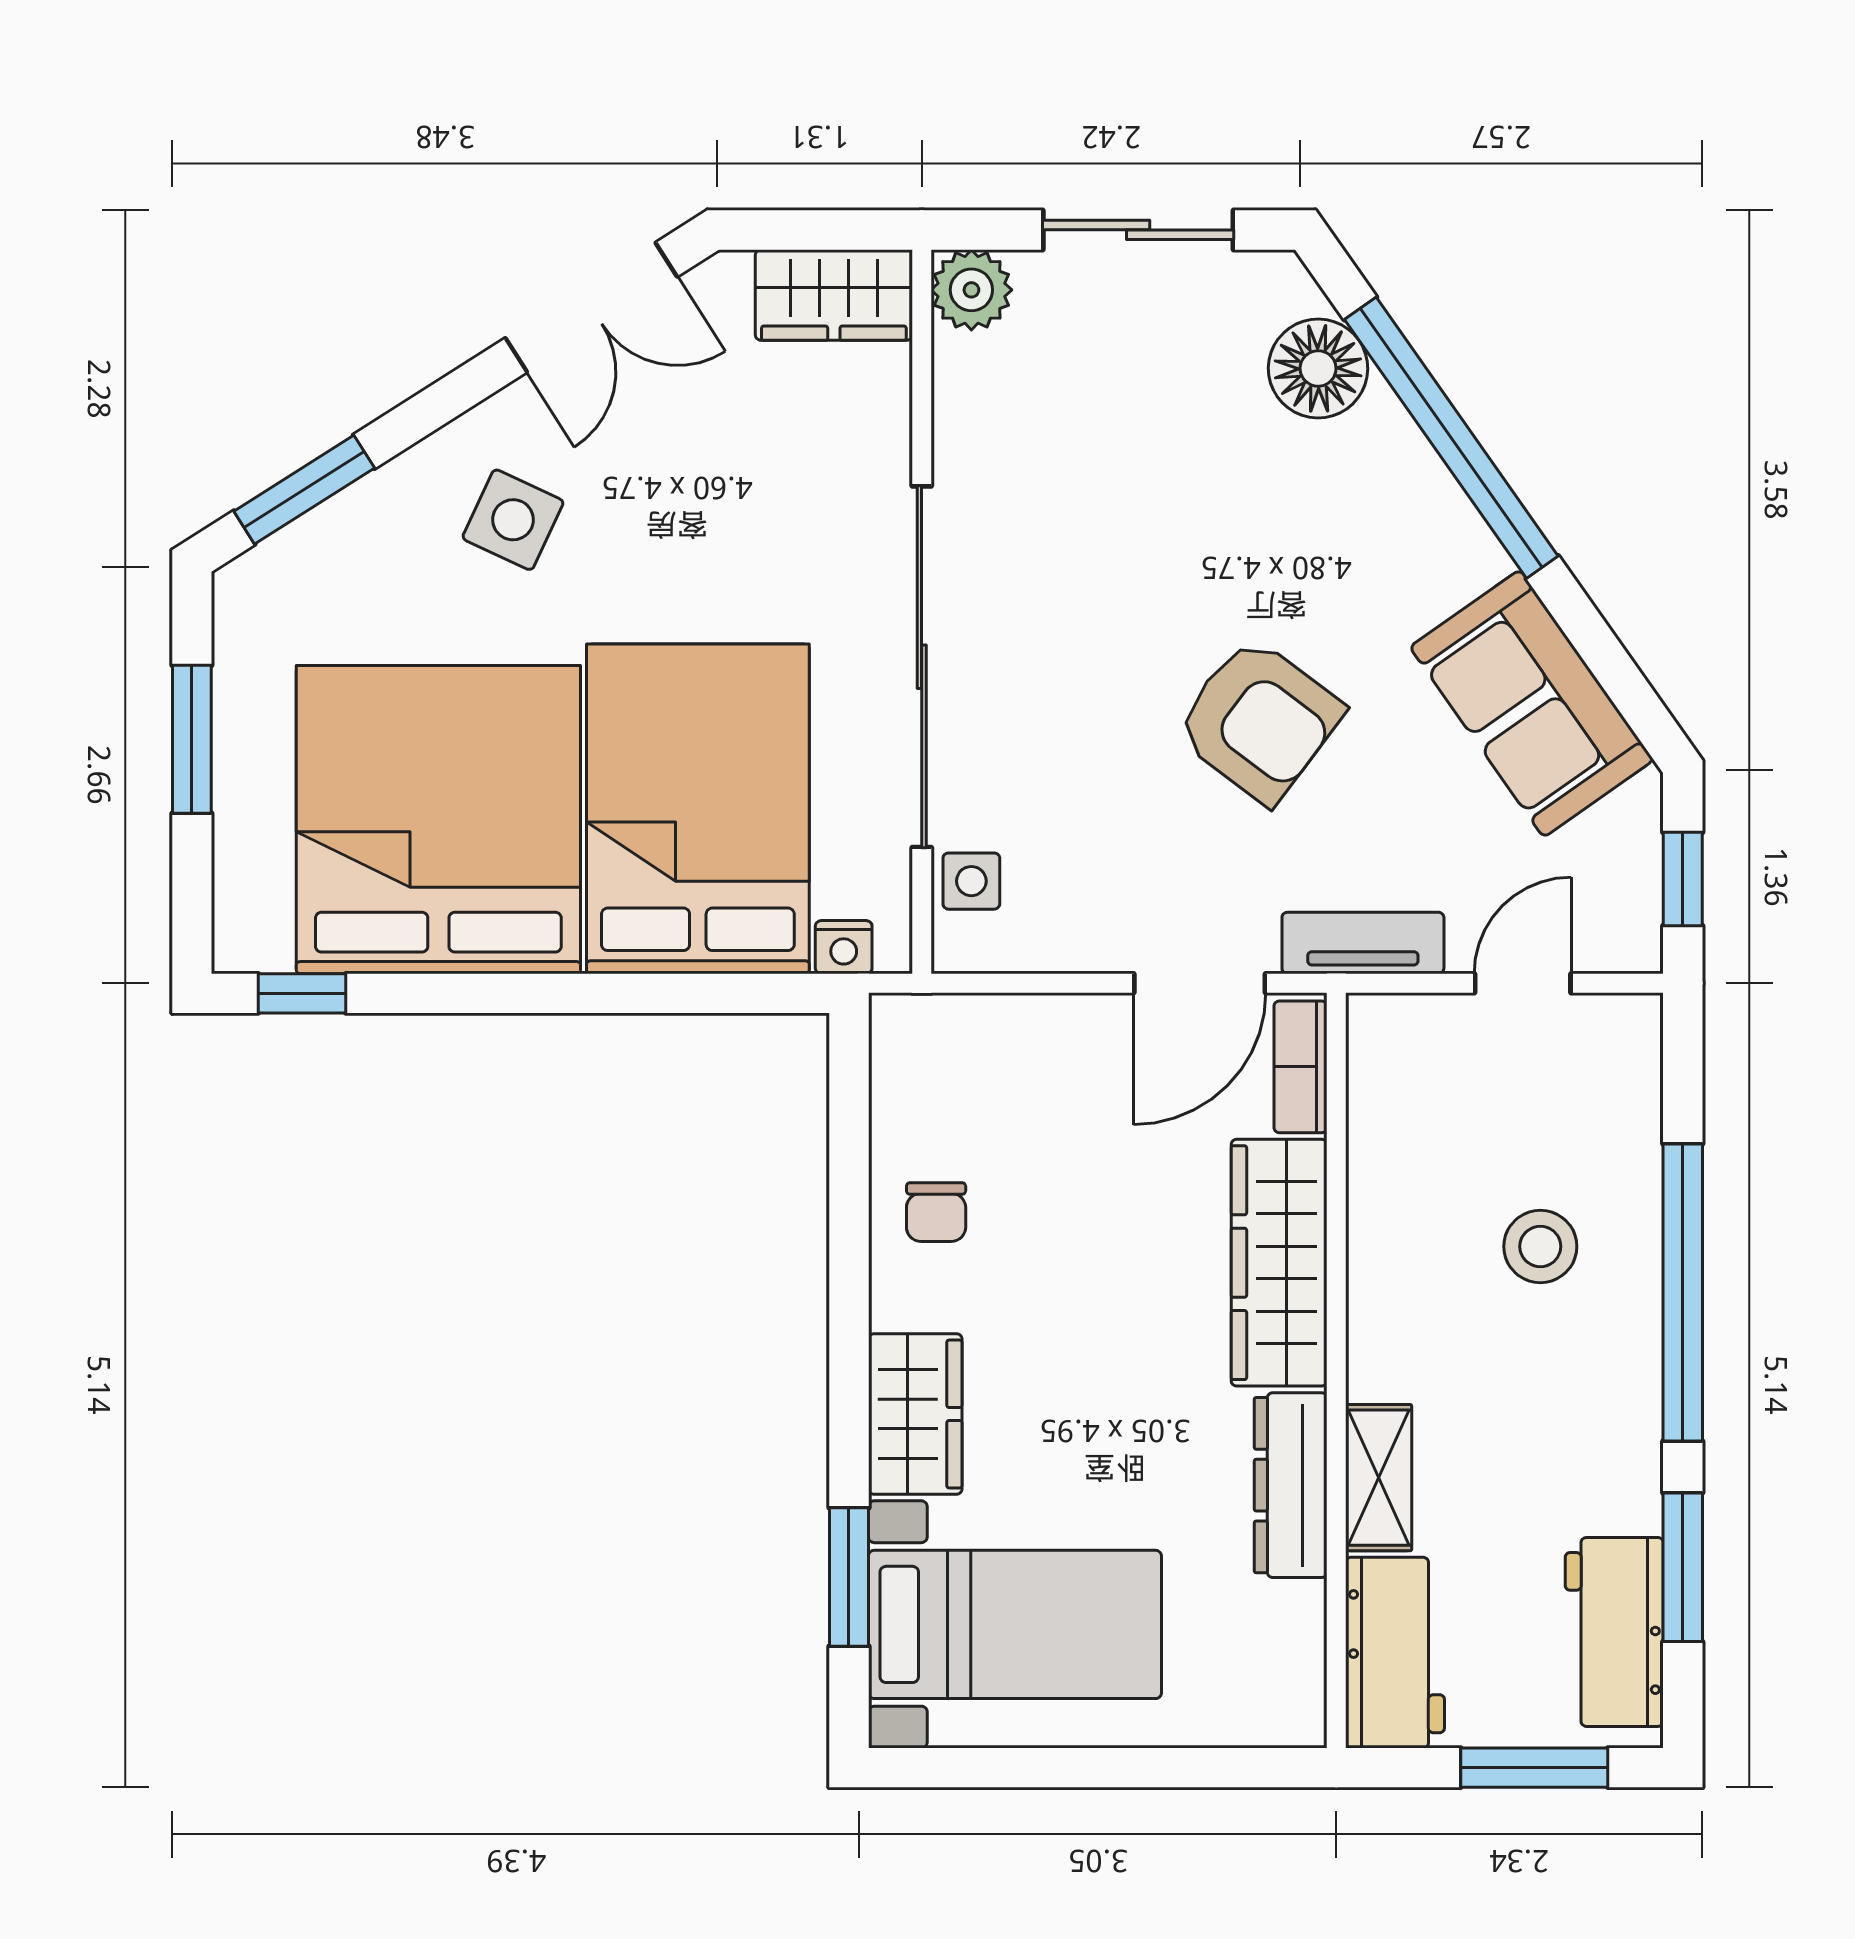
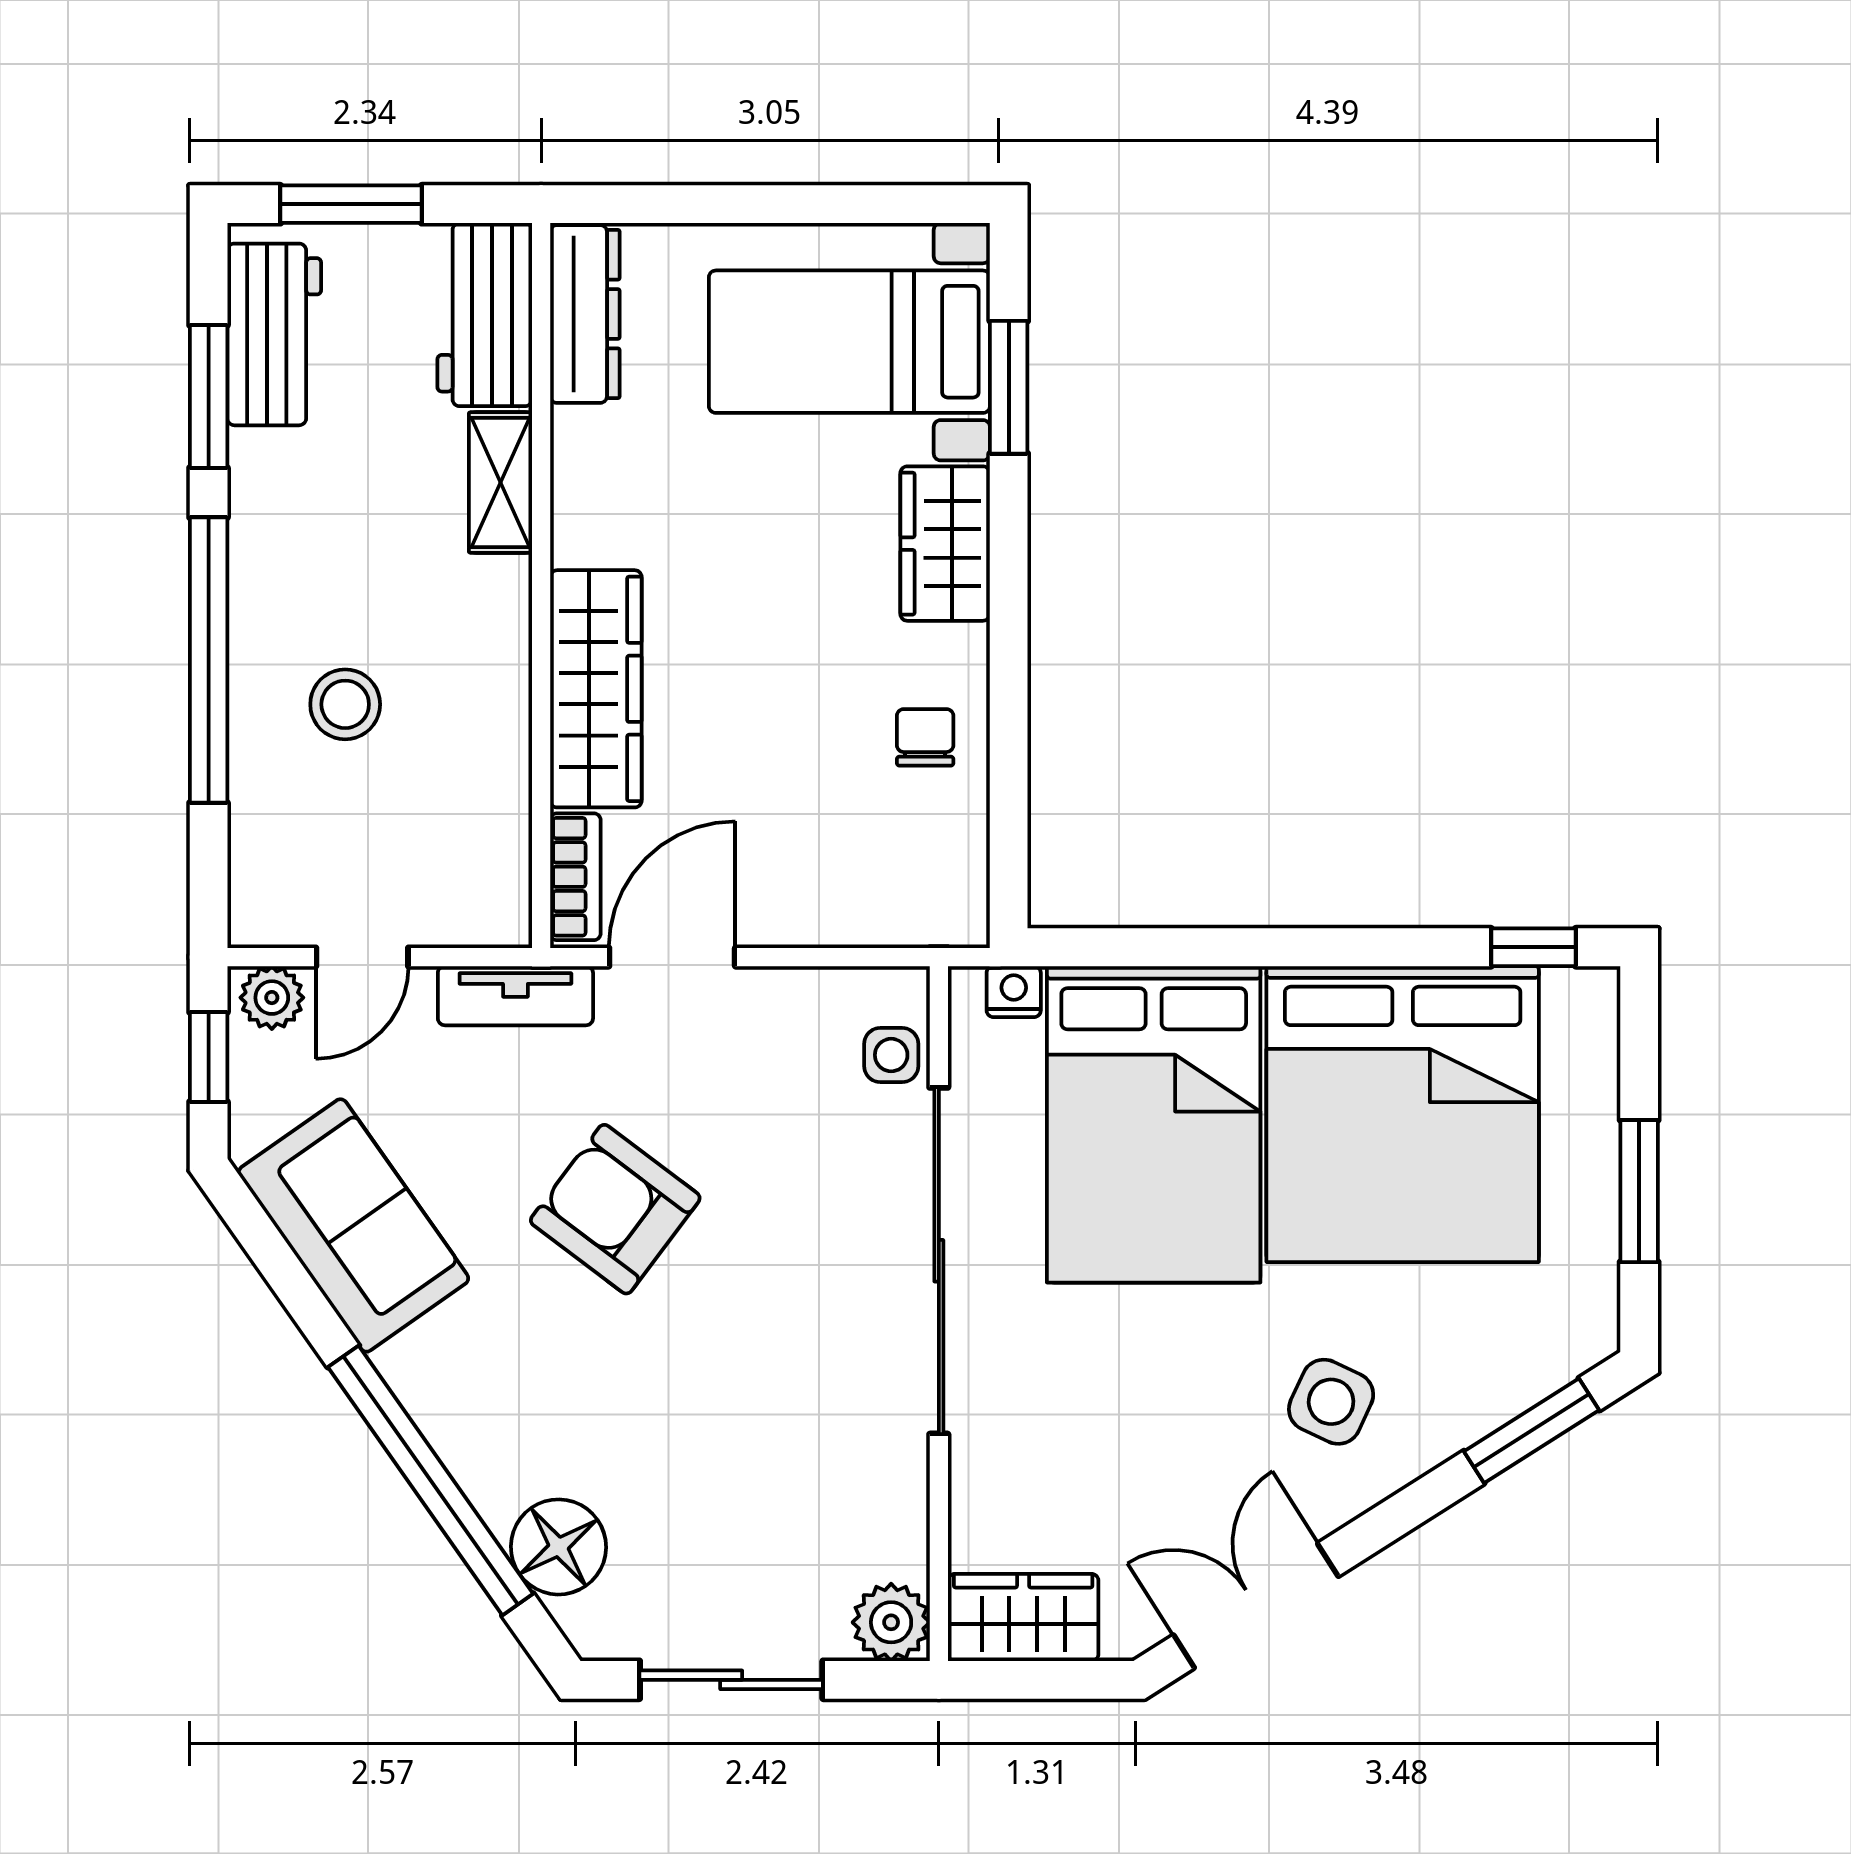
plant: (1617, 941) -> (272, 998), added
dresser: (1291, 1485) -> (585, 314), moved

